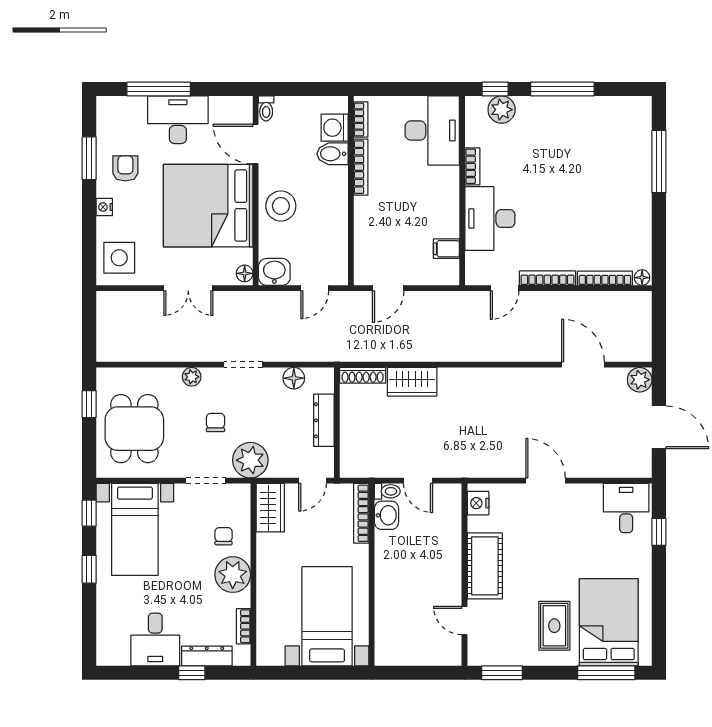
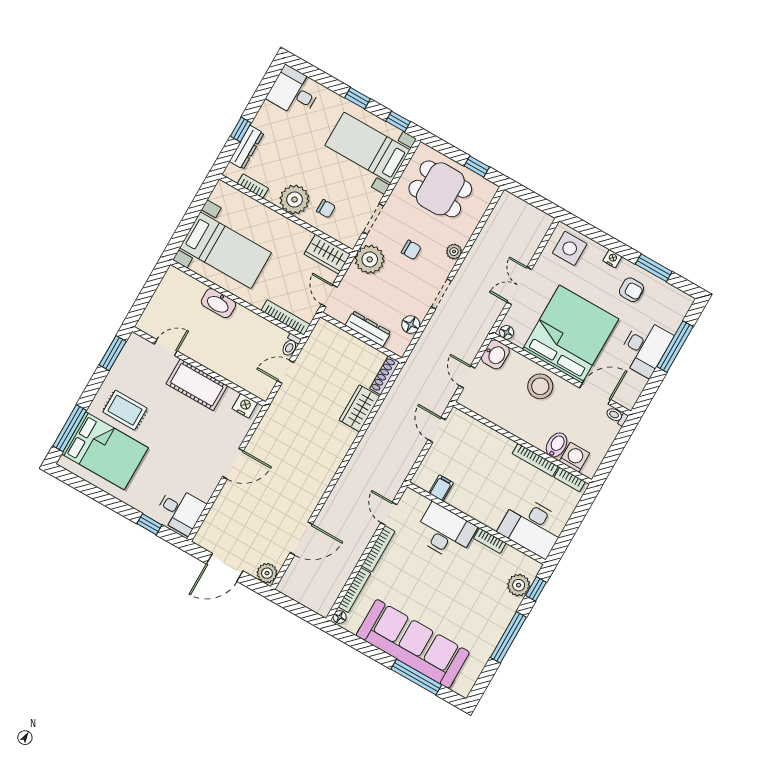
sofa: (626, 185) -> (413, 644), added
washbasin: (387, 515) -> (218, 303), moved, width x1.38
desk: (155, 639) -> (294, 92), moved

